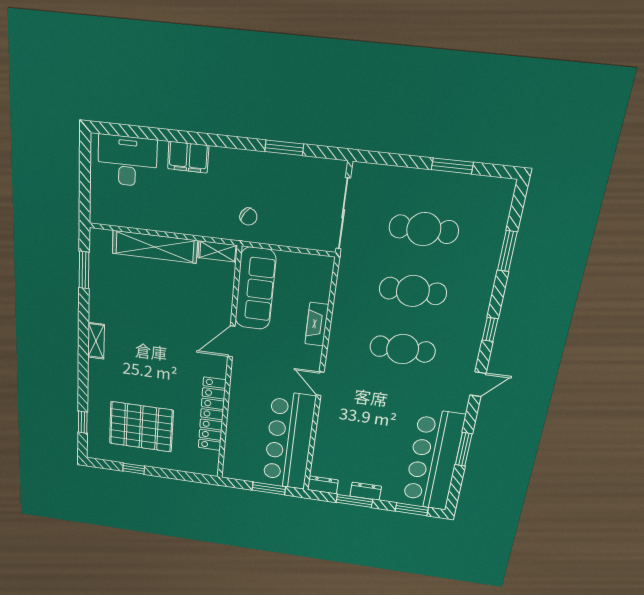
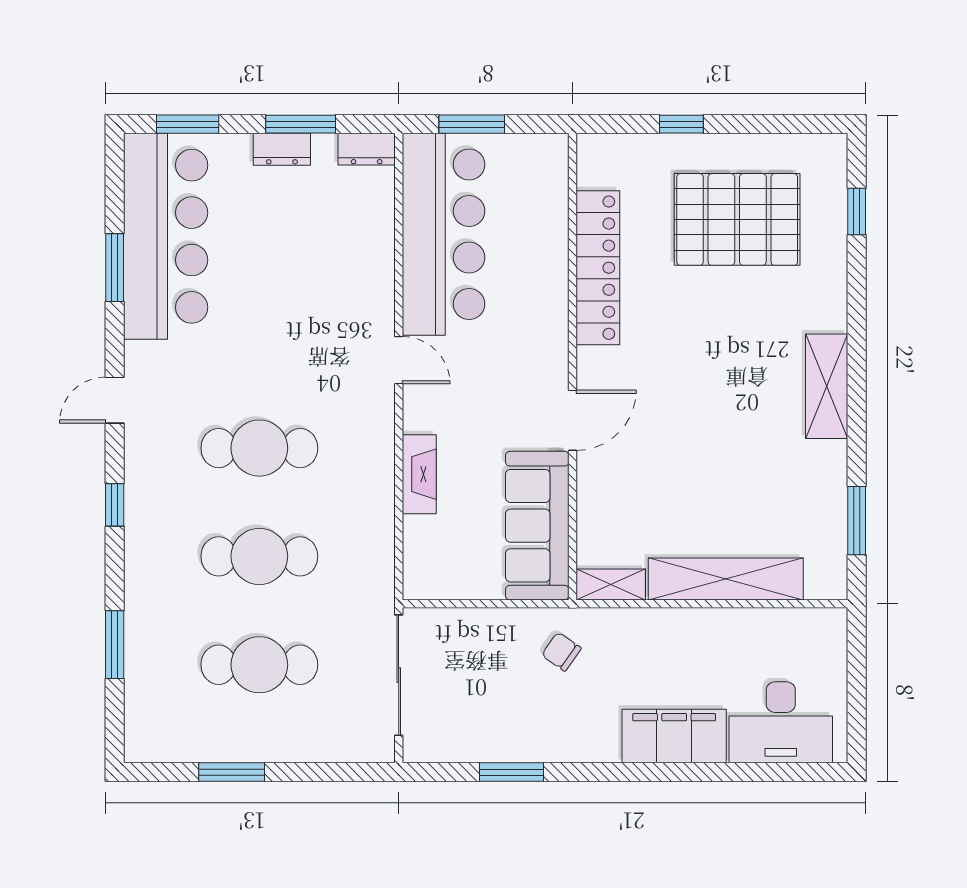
filing cabinet: (188, 157) -> (674, 736), width x1.50, depth x1.17
shelving: (96, 341) -> (827, 386), width x1.50, depth x1.33
window: (134, 469) -> (681, 124), moved

